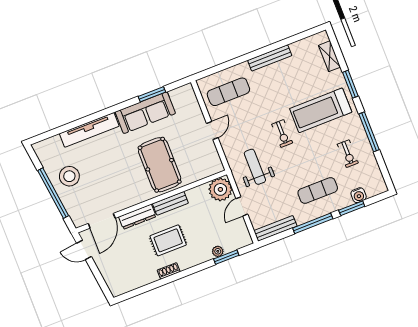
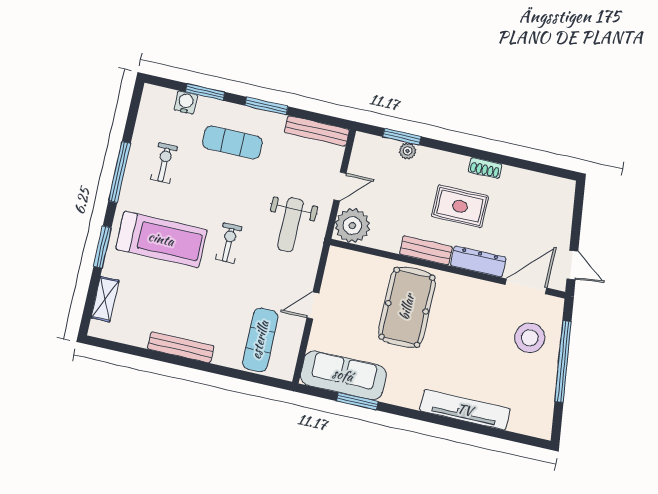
exercise mat: (228, 92) -> (260, 340), turned 90
sofa: (145, 113) -> (343, 375), moved
stool: (69, 176) -> (530, 338), moved
window: (313, 223) -> (266, 106), width x0.69

